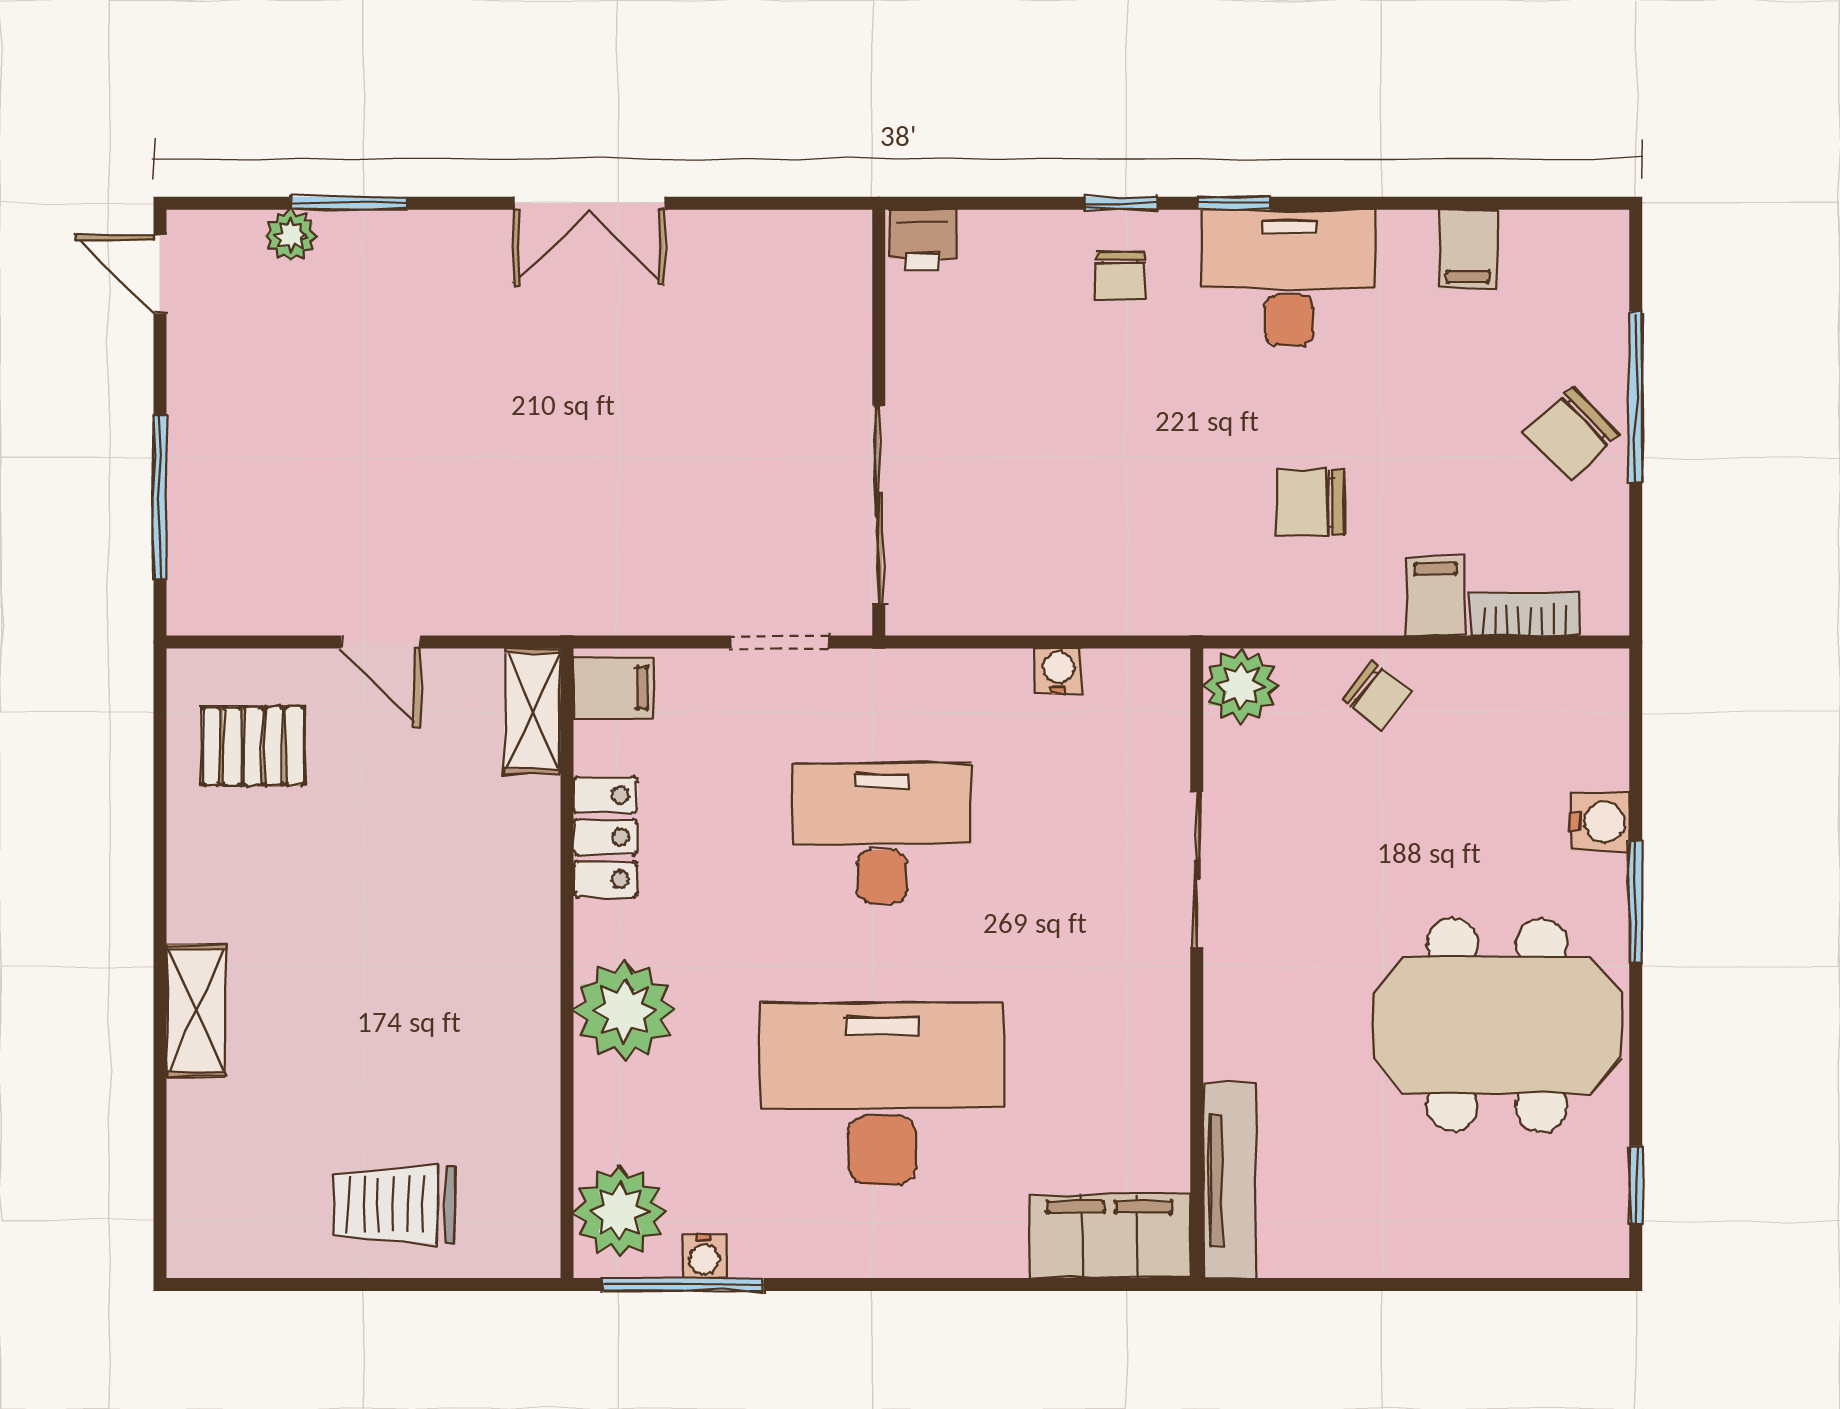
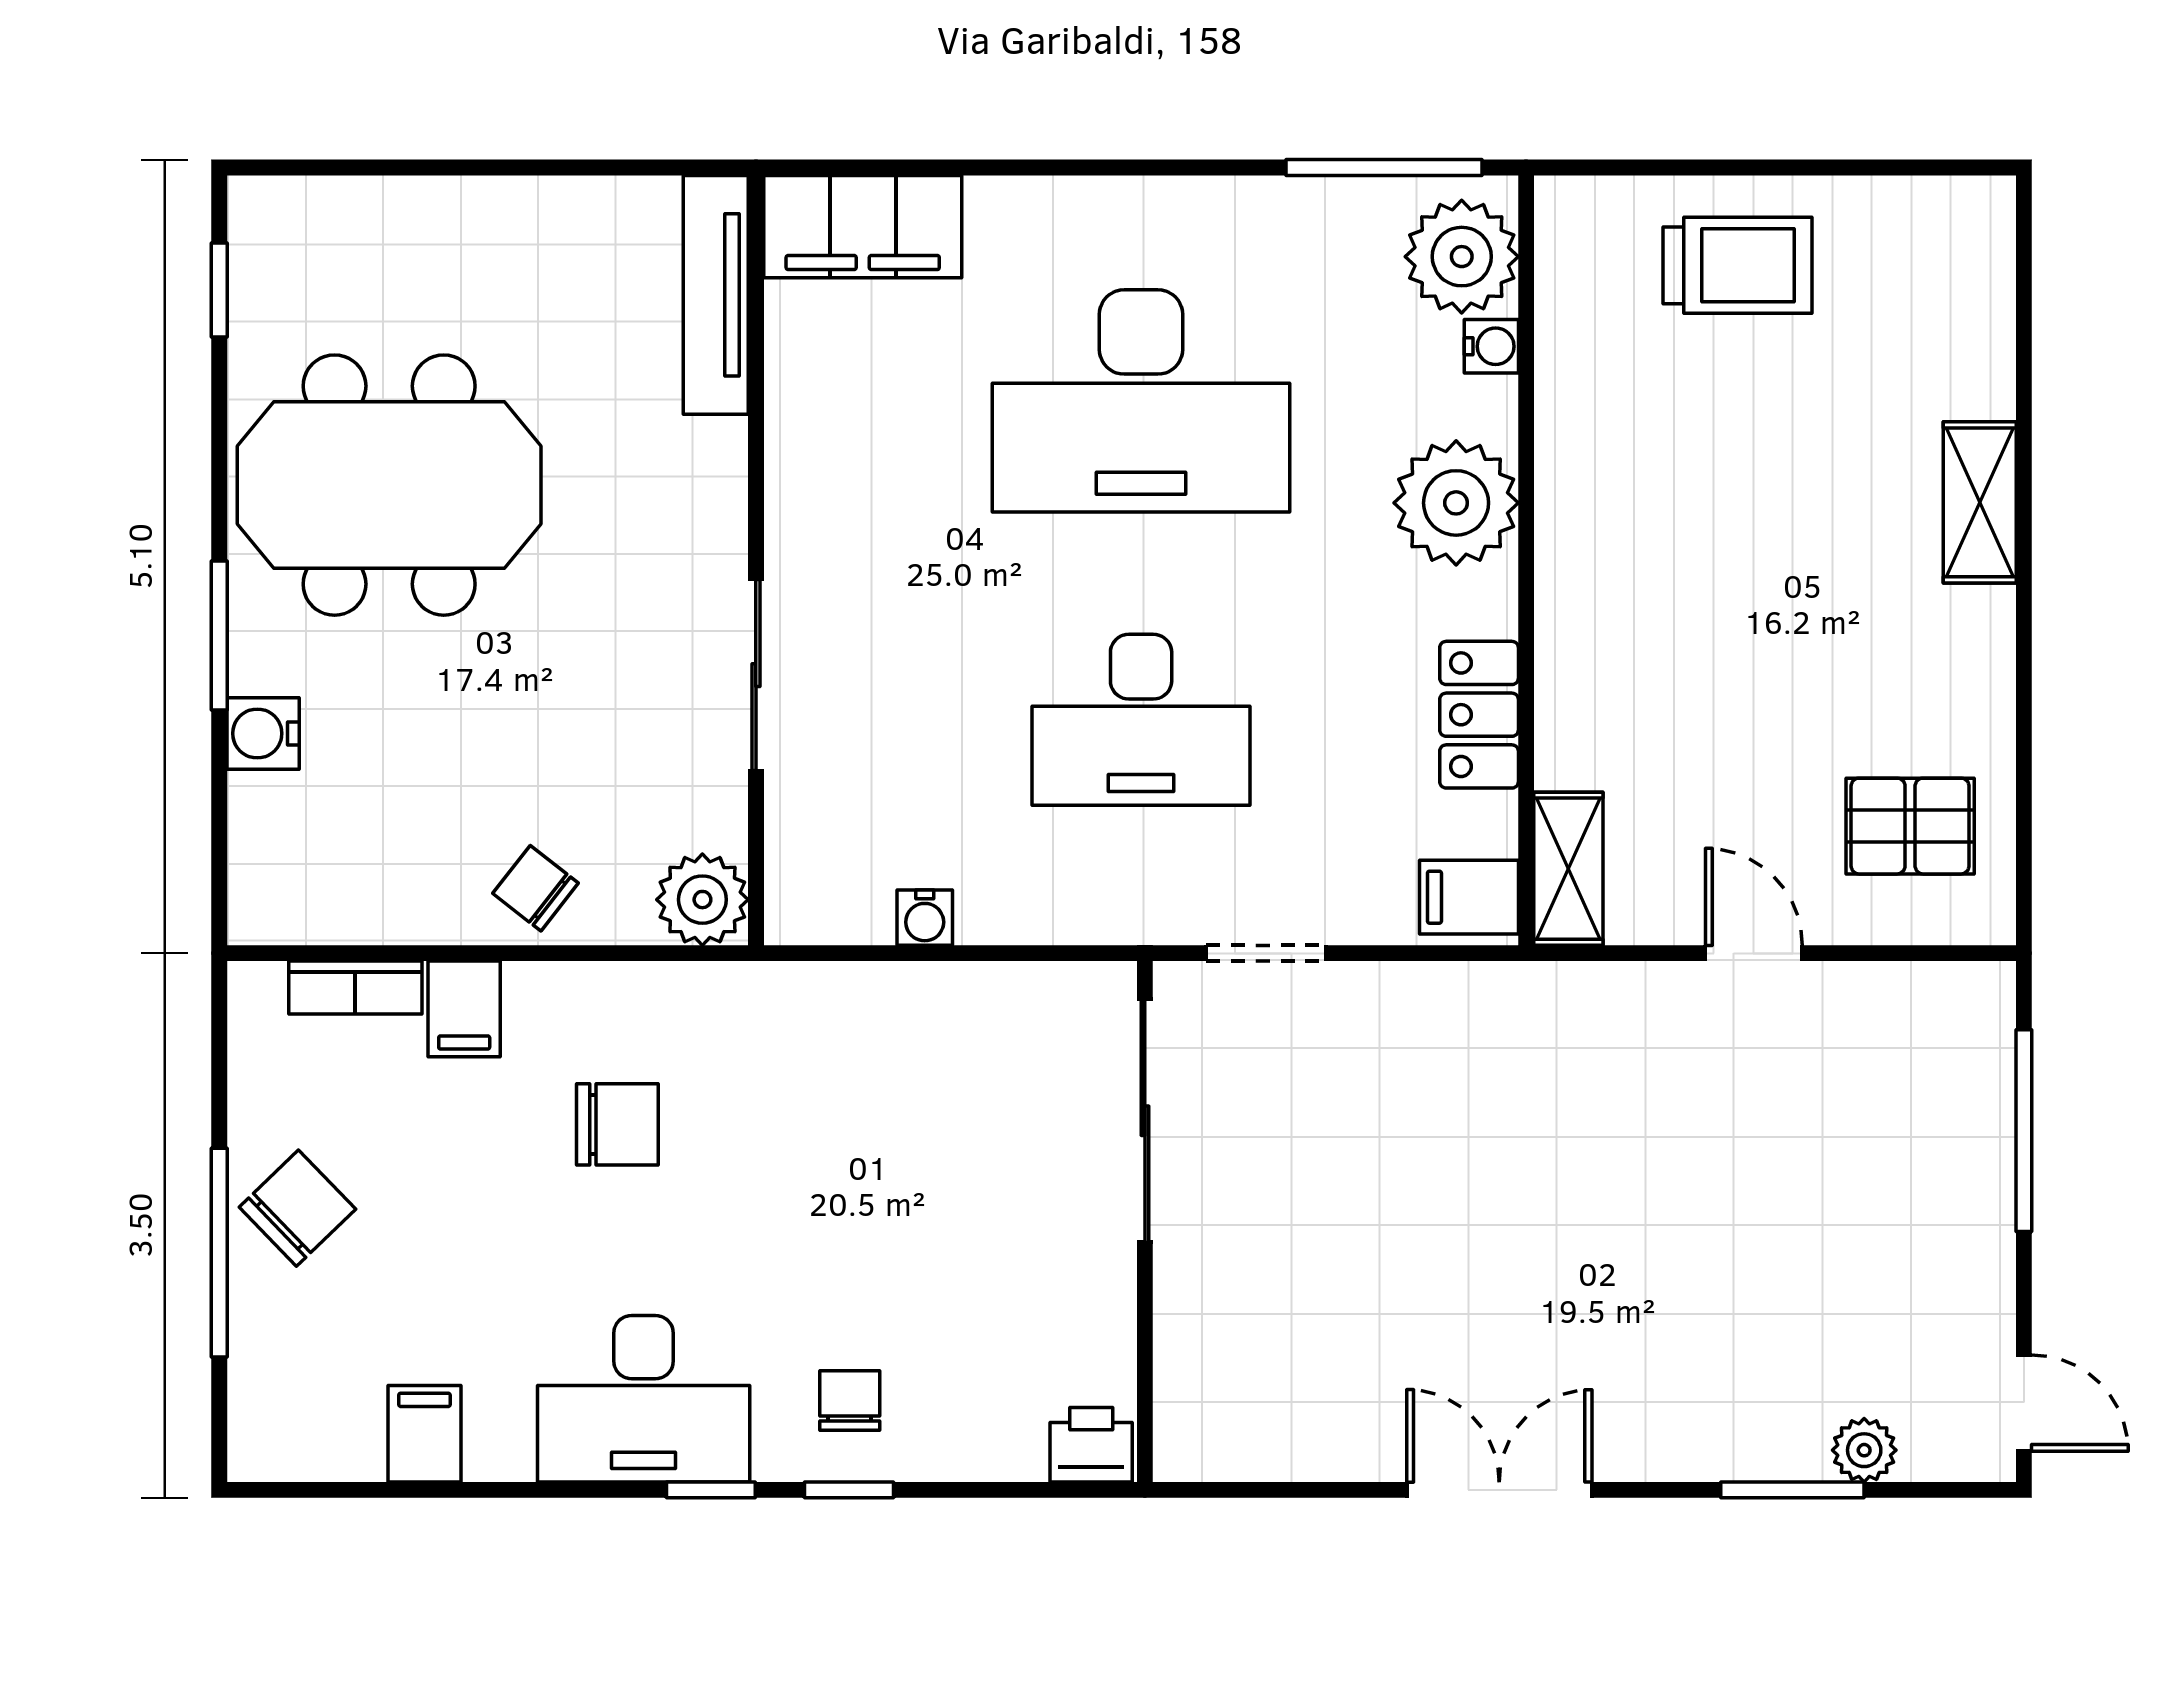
water cooler: (704, 1256) -> (1491, 346), moved, turned 90

